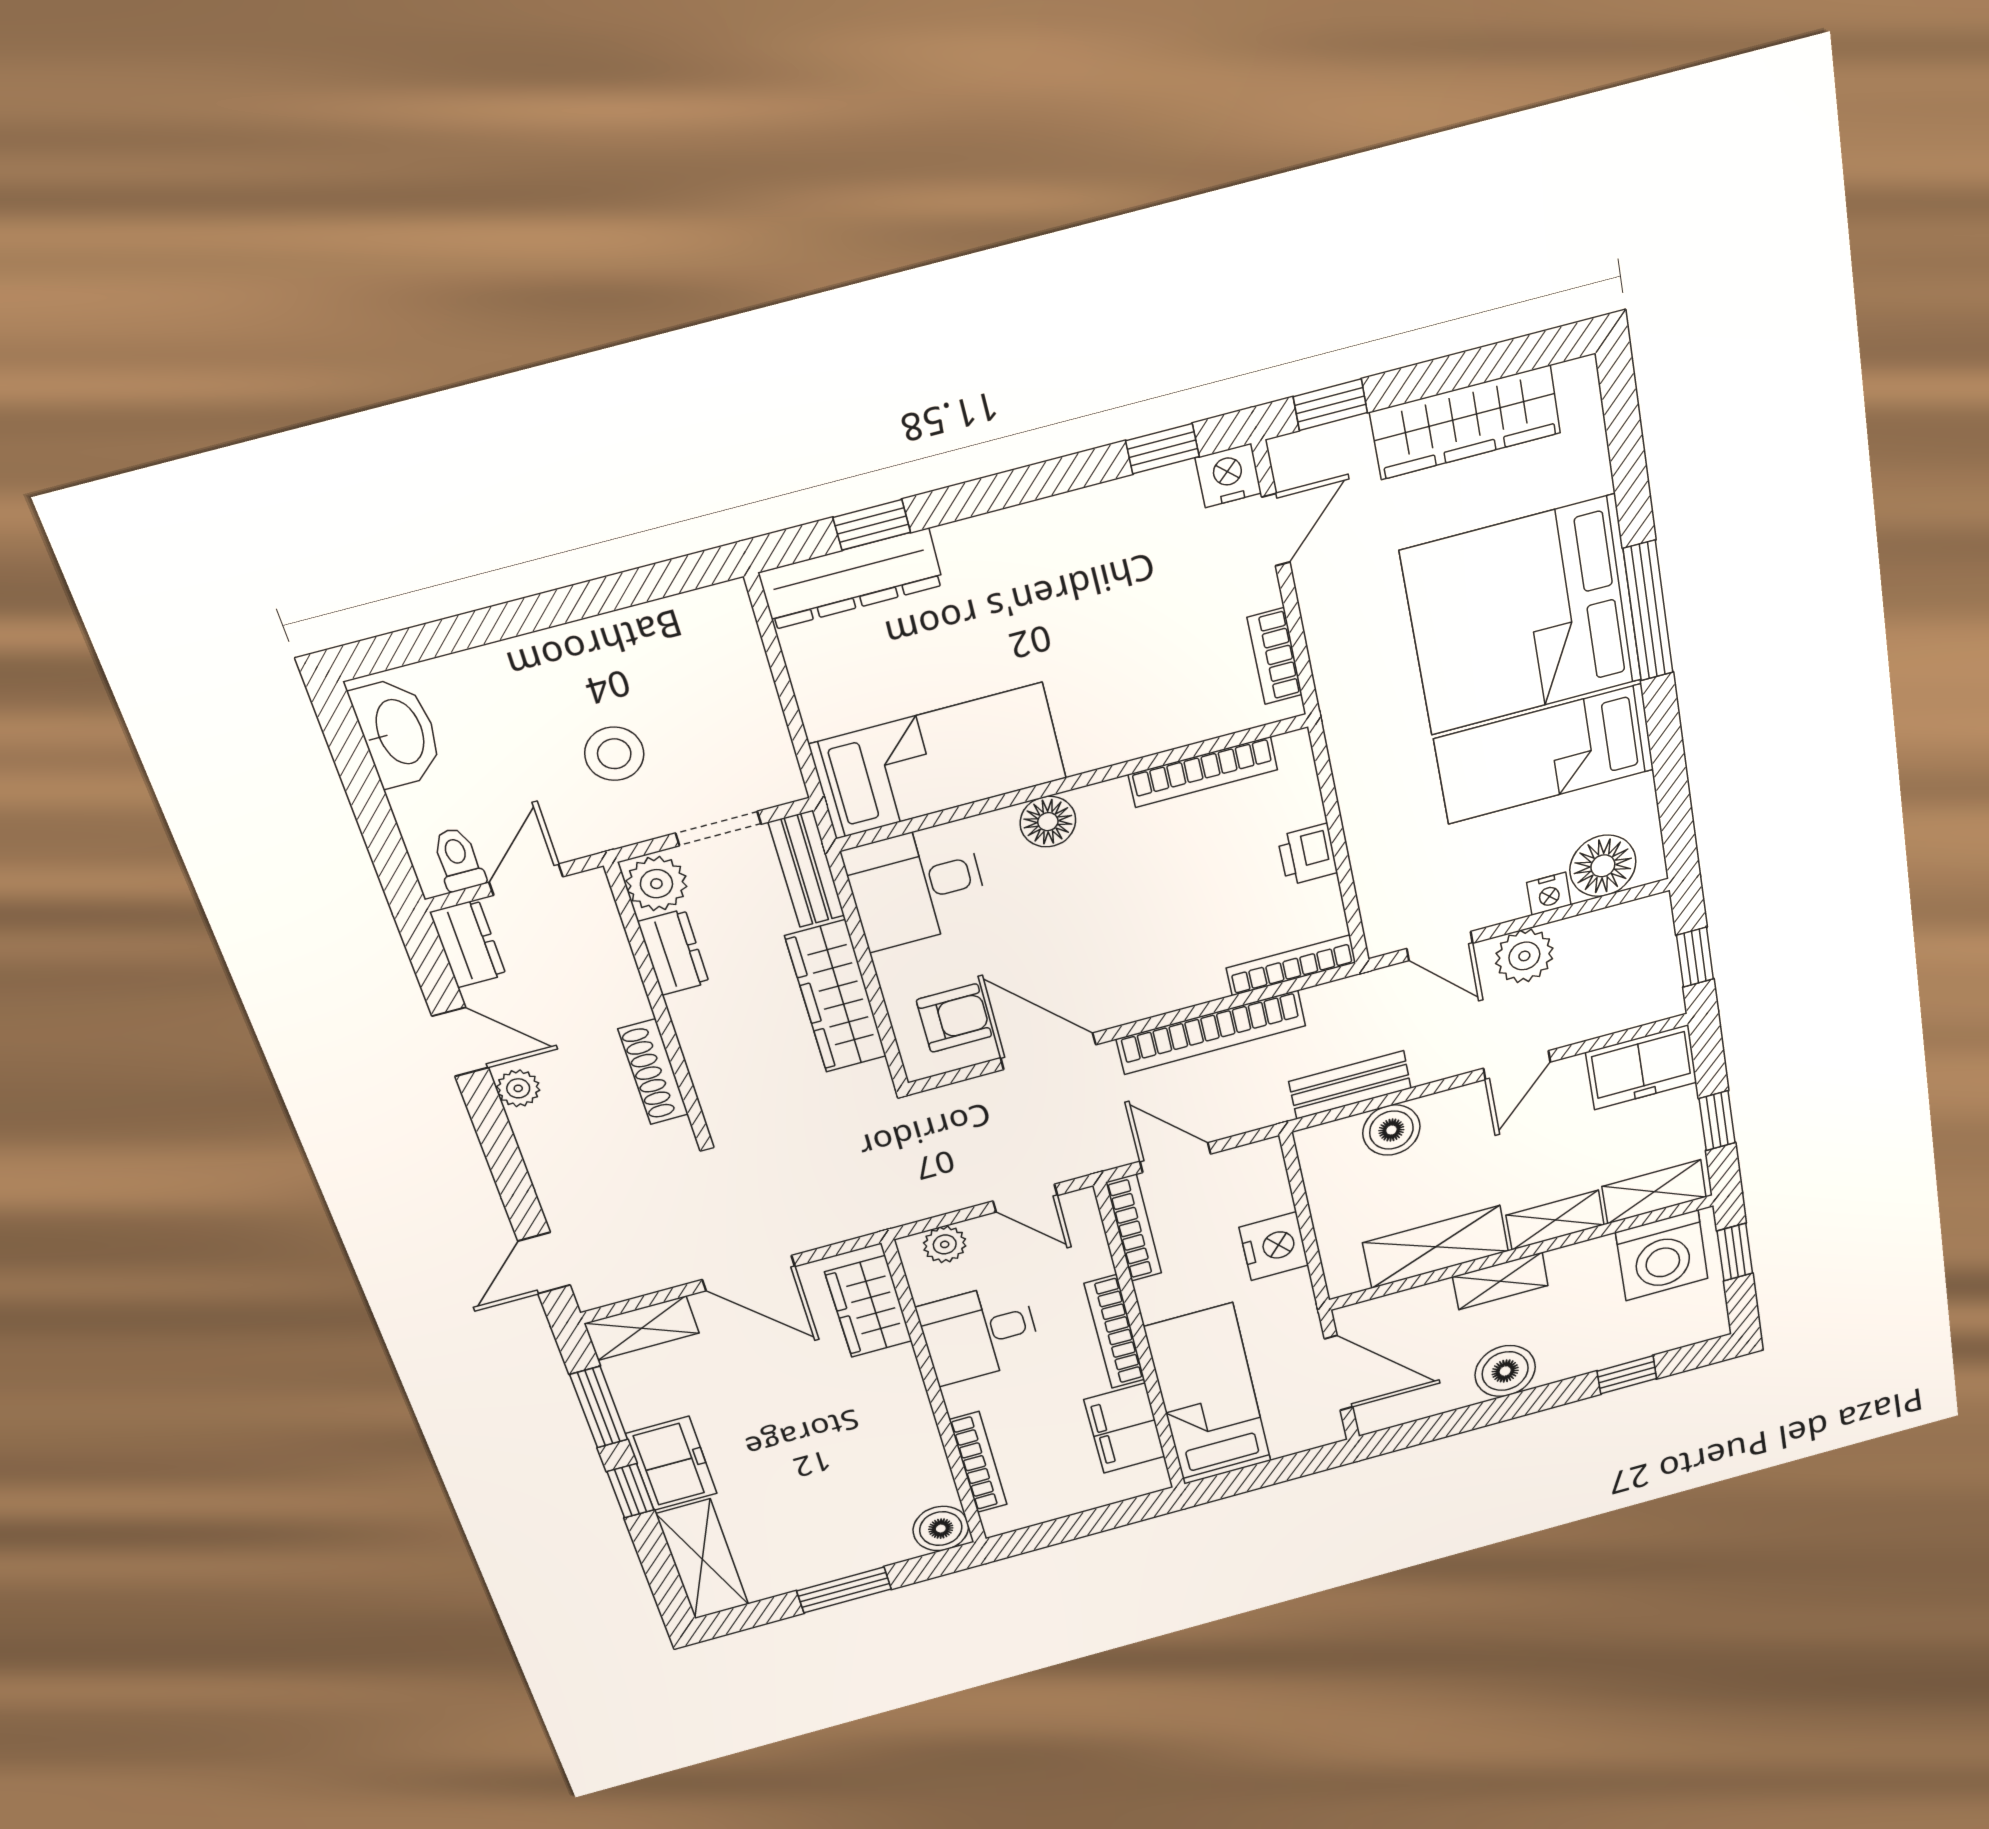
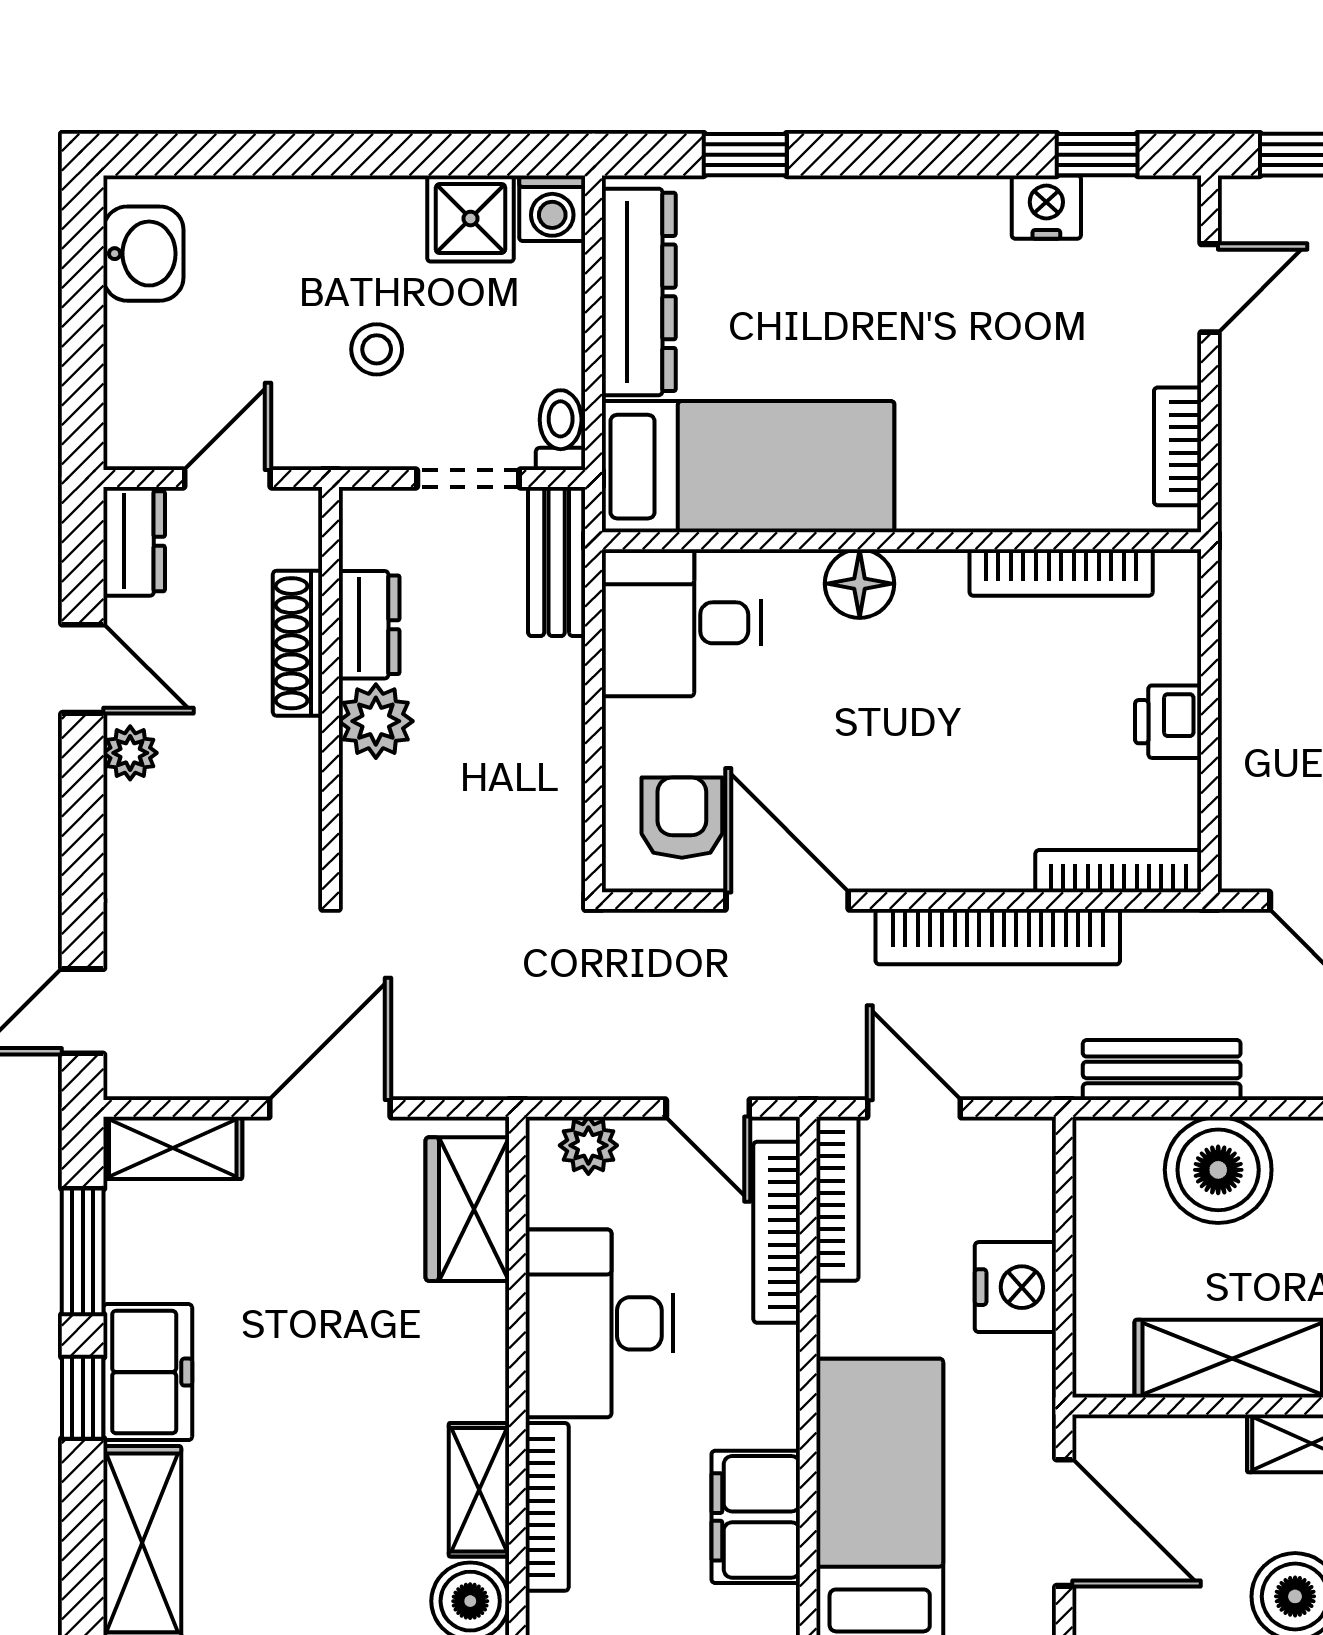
nightstand: (1228, 475) -> (1046, 207), moved
dresser: (851, 579) -> (639, 292), moved, turned -90
washing machine: (724, 609) -> (552, 208), added
shower: (659, 634) -> (470, 219), added
washbasin: (398, 732) -> (143, 254), width x0.72
stool: (614, 754) -> (377, 349), width x0.73, depth x0.73
toilet: (458, 860) -> (561, 430), moved
plant: (656, 884) -> (376, 721), moved
wardrobe: (836, 996) -> (546, 744), removed
armchair: (954, 1018) -> (682, 818), turned -90
shoe rack: (653, 1072) -> (298, 643), moved
boiler: (1391, 1130) -> (1218, 1170), width x1.37, depth x1.37
door: (749, 1273) -> (330, 1108), swing flipped
bookcase: (1115, 1332) -> (777, 1232), moved
desk: (979, 1333) -> (599, 1323), width x1.37
shelving: (928, 1466) -> (479, 1490), added

